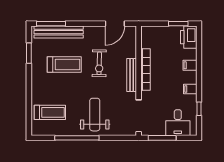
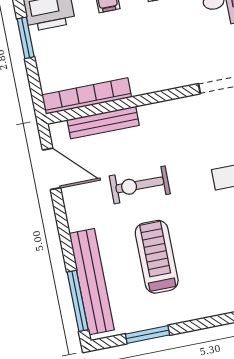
exercise bike: (99, 63) -> (140, 185), turned 180
bookcase: (146, 70) -> (87, 96), moved
bench: (132, 75) -> (103, 123), moved

